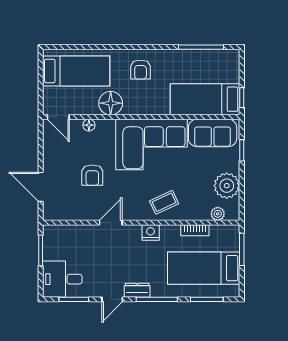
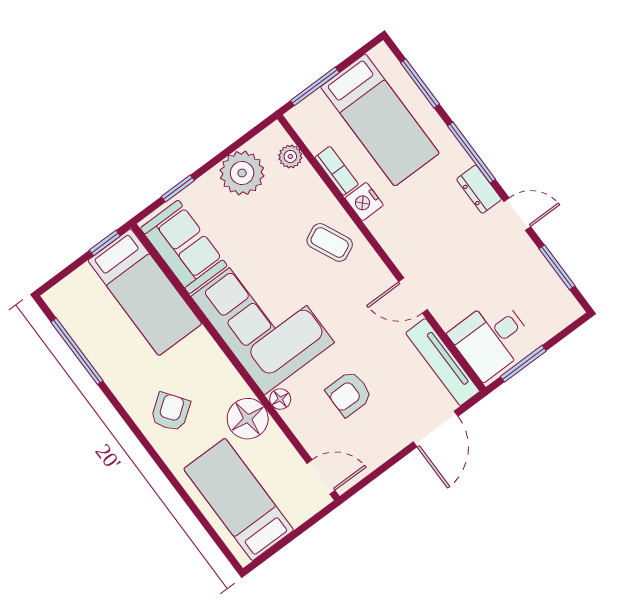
armchair: (141, 70) -> (170, 412), turned -36
door: (58, 117) -> (321, 477), hinge flipped
floor lamp: (89, 125) -> (280, 399), moved
armchair: (92, 175) -> (349, 394), moved, turned 180
tv unit: (69, 213) -> (443, 362), added
nightstand: (151, 233) -> (364, 202), moved
desk: (62, 279) -> (492, 338), moved, turned 90

